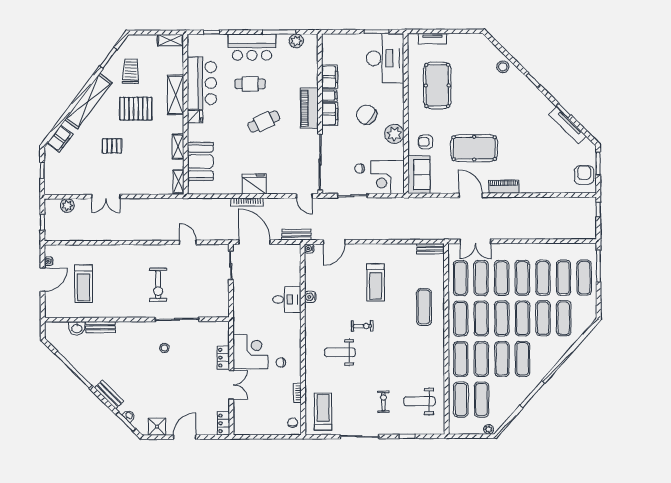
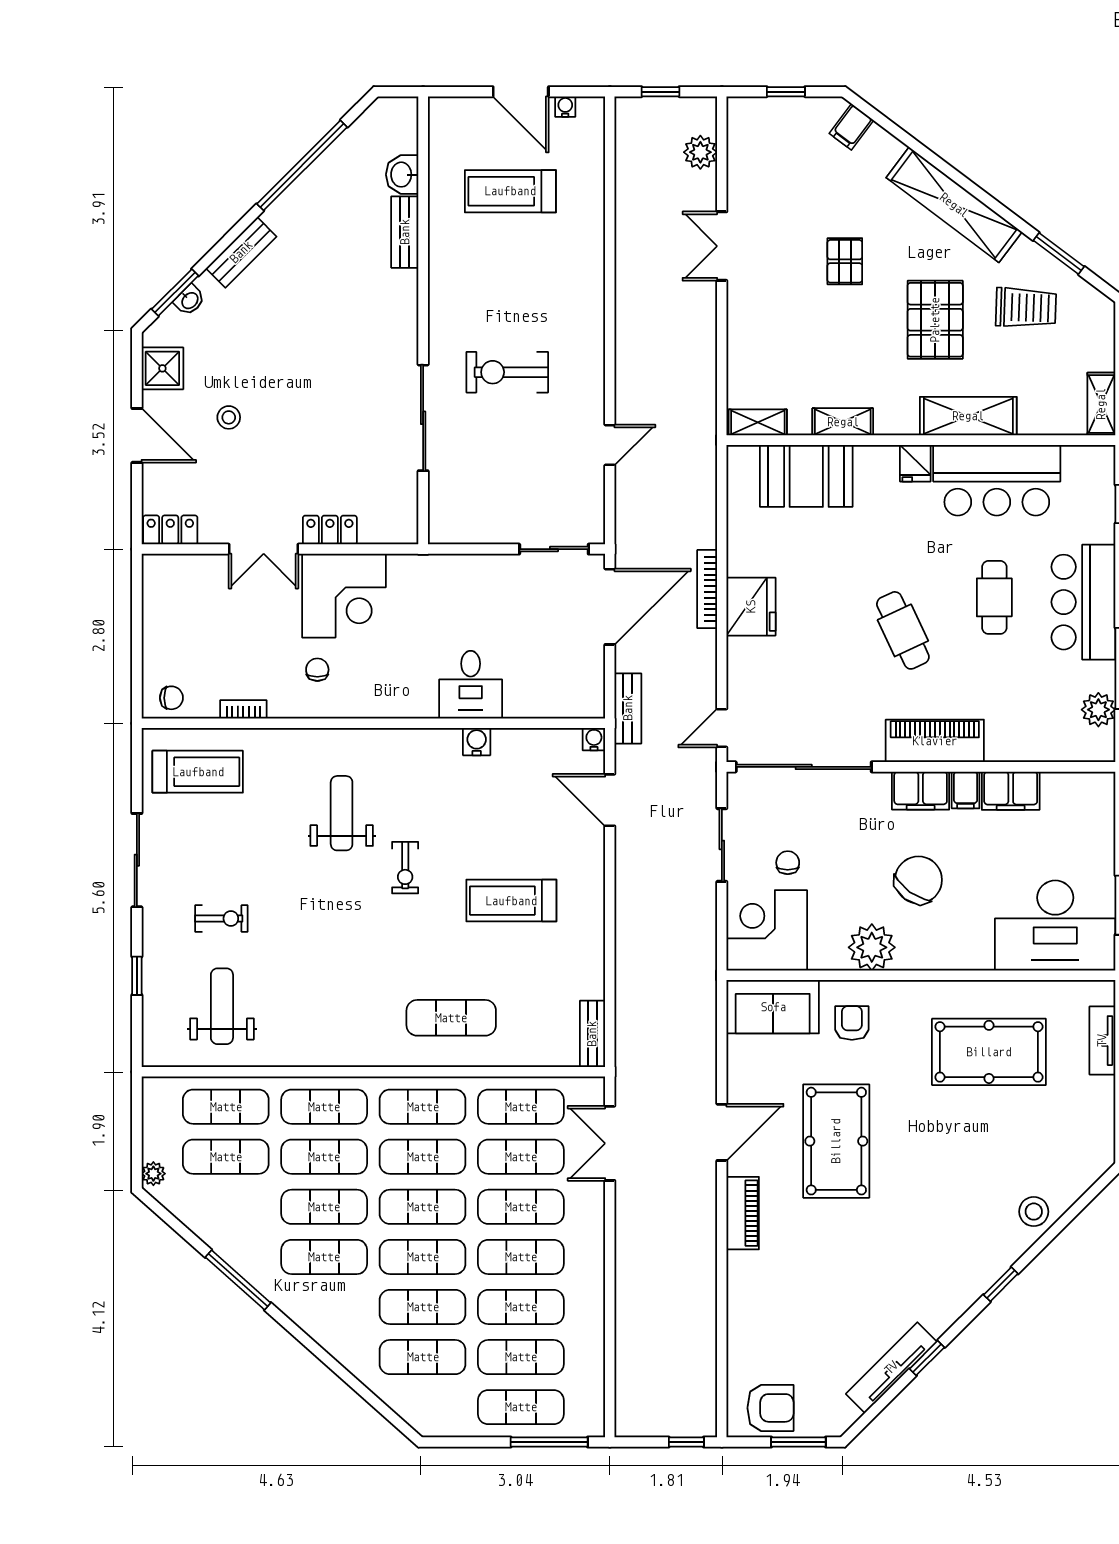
filing cabinet: (60, 139) -> (851, 127), width x0.50
stool: (164, 348) -> (229, 417), moved

